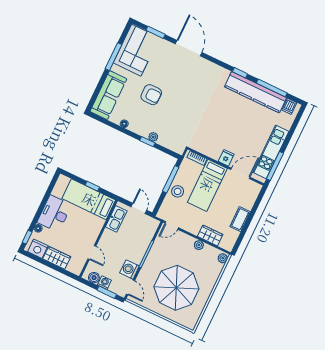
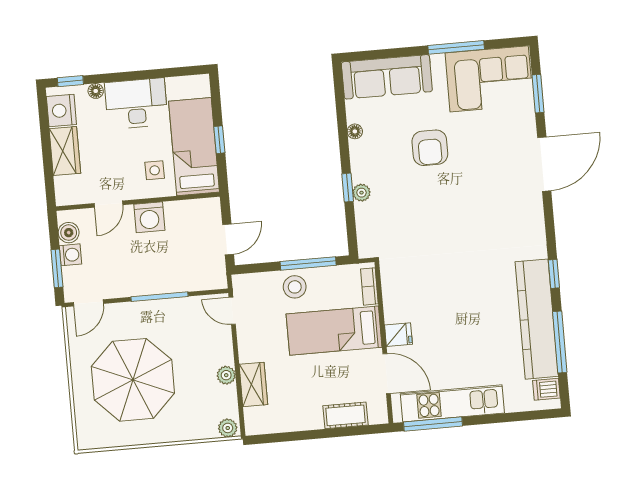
kitchen sink: (116, 219) -> (188, 212), removed
cot: (240, 219) -> (345, 415), moved
side table: (89, 223) -> (155, 170), added
washing machine: (130, 269) -> (149, 217), moved, turned 180

